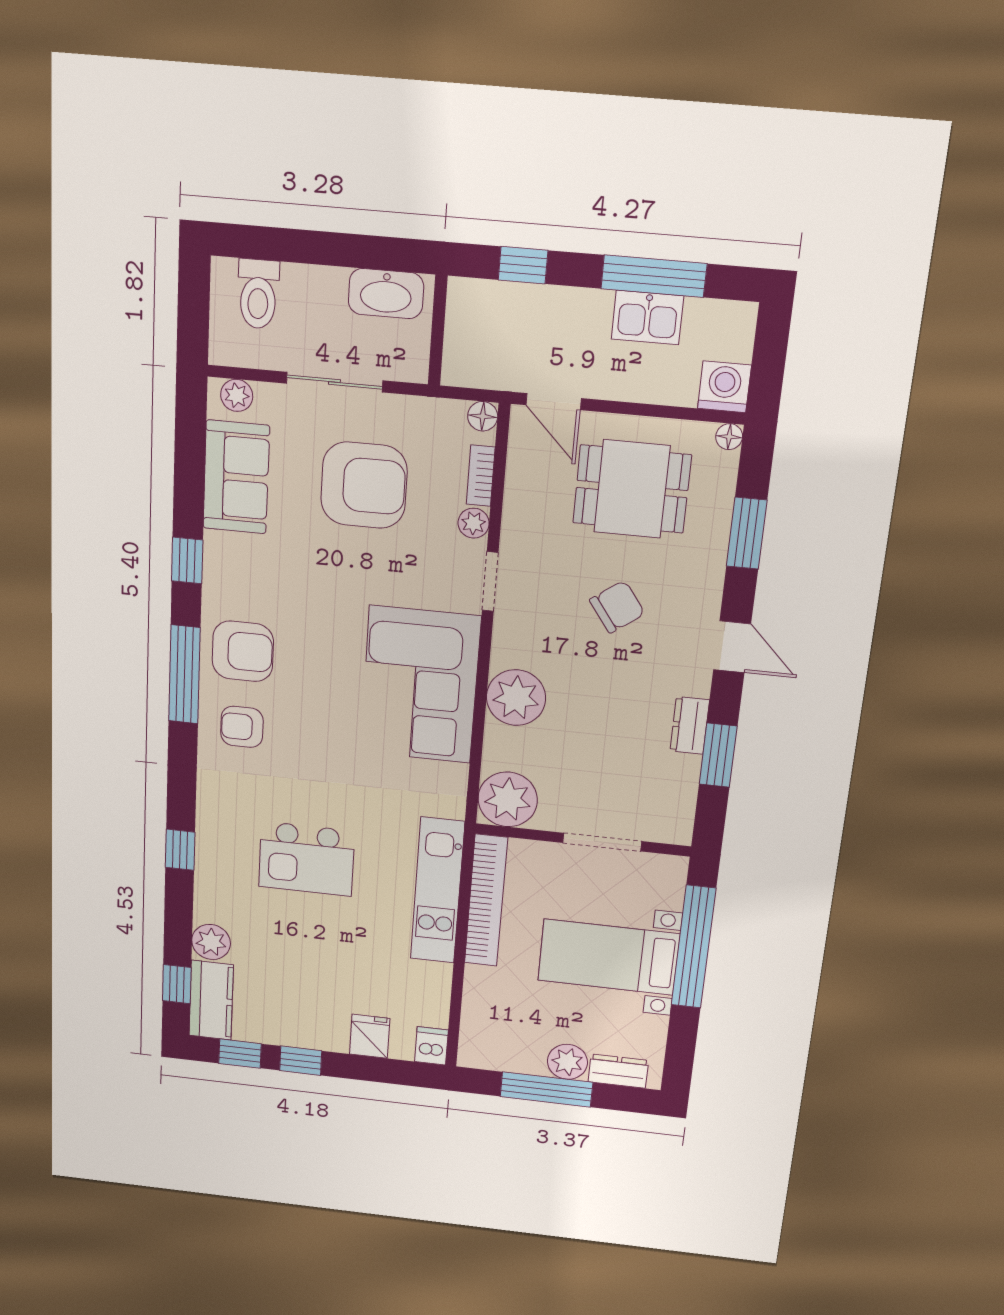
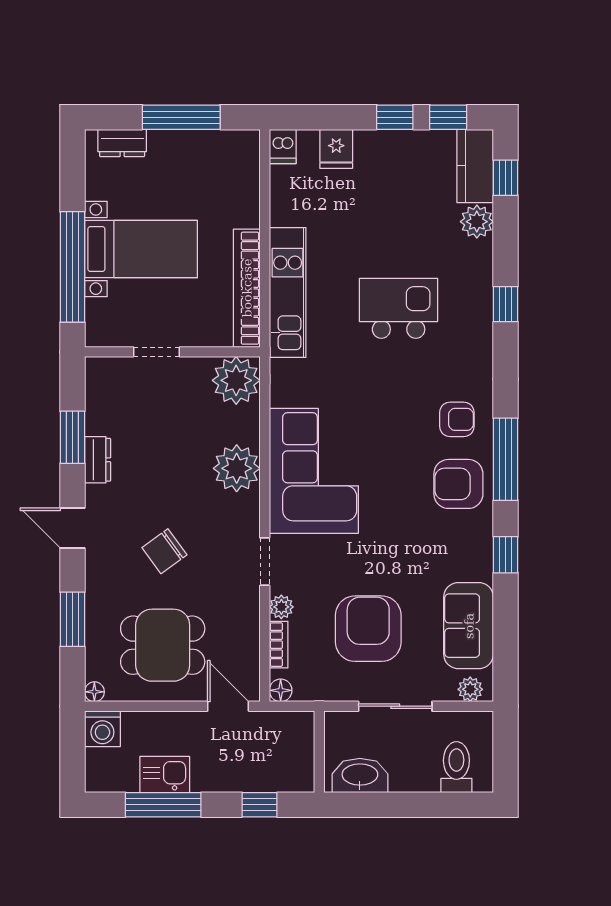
armchair: (364, 485) -> (368, 629), turned 90
doorway: (602, 842) -> (157, 352), width x0.73
plant: (567, 1062) -> (166, 146), removed

